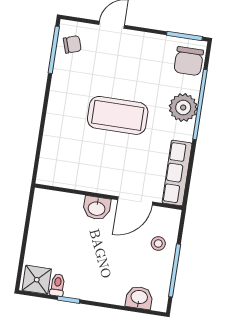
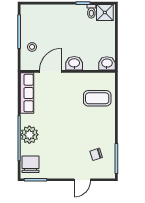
chair: (72, 44) -> (96, 154), moved
coffee table: (118, 115) -> (97, 98), moved, width x0.73, depth x0.76
washbasin: (139, 298) -> (107, 63), moved, turned 180

